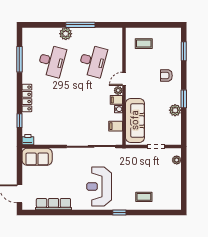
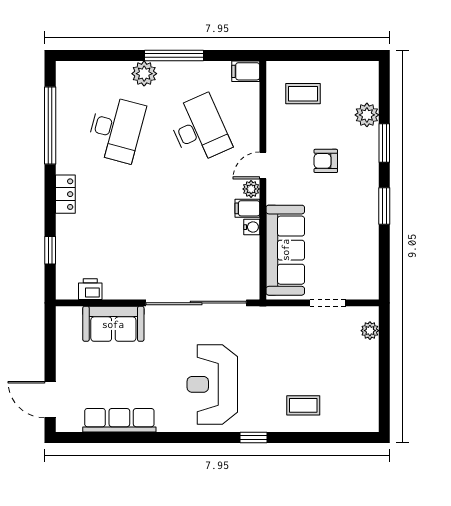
window: (184, 51) -> (384, 143), moved
window: (19, 59) -> (50, 126), width x1.46
desk: (93, 61) -> (199, 129), turned -39
armchair: (166, 76) -> (326, 161), moved
locker: (27, 98) -> (65, 194), width x0.66
plant: (175, 110) -> (367, 115), moved
filing cabinet: (116, 126) -> (246, 71), moved
printer: (28, 140) -> (90, 289), moved
sofa: (37, 157) -> (113, 324), moved

